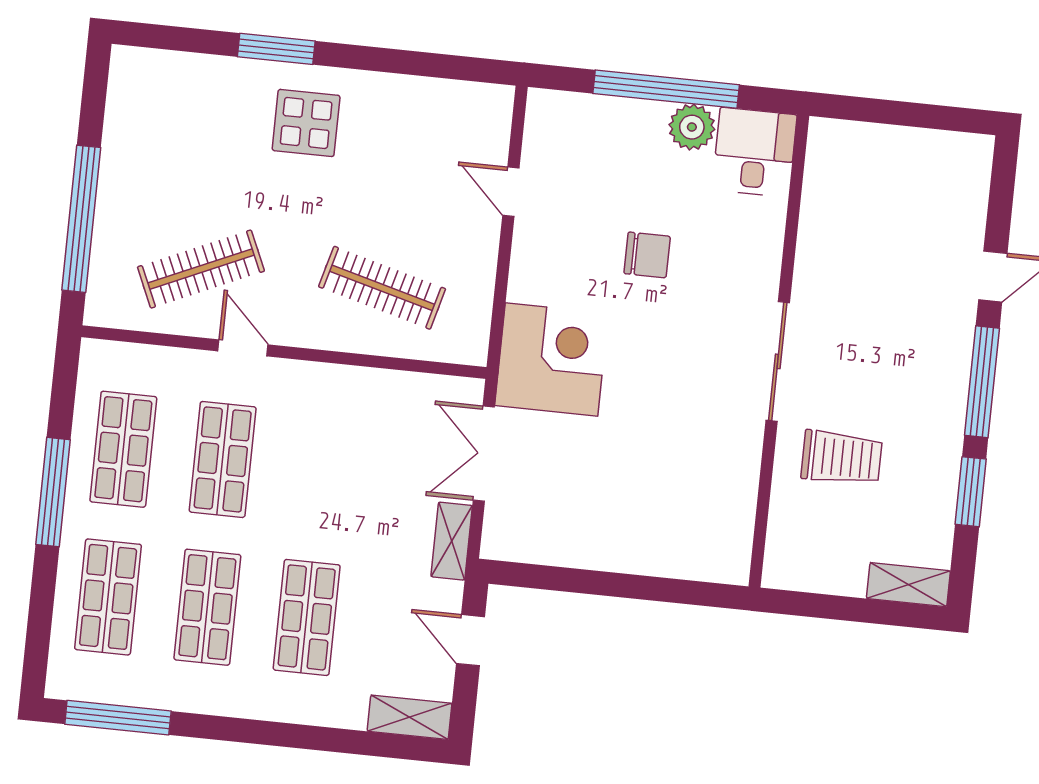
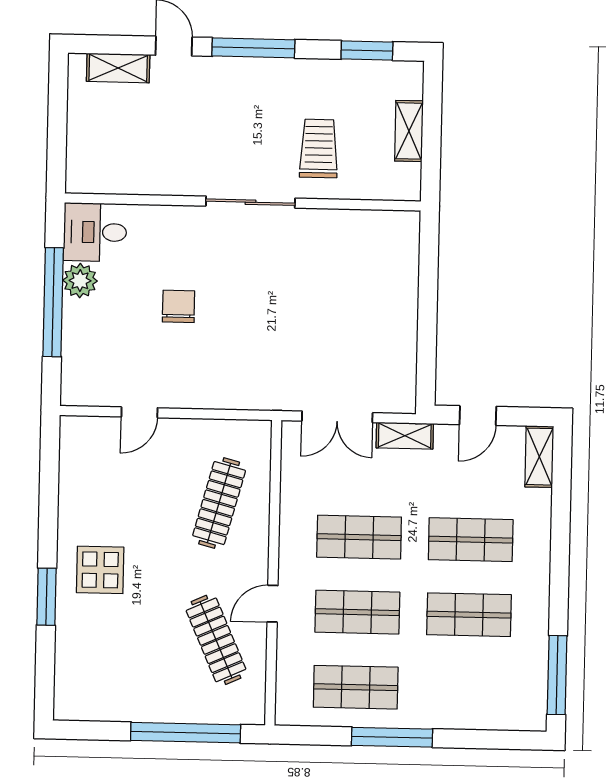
shelving: (970, 200) -> (118, 68), added
corner desk: (552, 360) -> (263, 372), removed
window: (971, 492) -> (367, 50), moved
shelving: (908, 585) -> (409, 131), moved
shop shelf: (108, 597) -> (359, 537), moved

